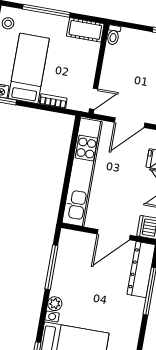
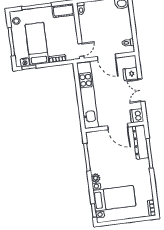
door: (130, 123) -> (106, 57), hinge flipped
door: (114, 235) -> (118, 126), hinge flipped

